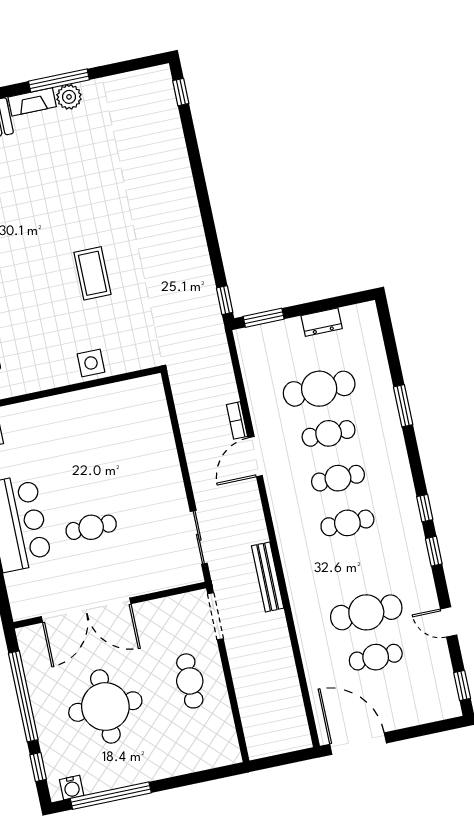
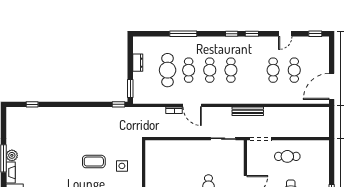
window: (181, 92) -> (32, 104), moved
side table: (91, 363) -> (122, 166), moved
window: (403, 406) -> (183, 34), width x1.44
cafe table: (366, 612) -> (273, 70), width x0.73, depth x0.74

